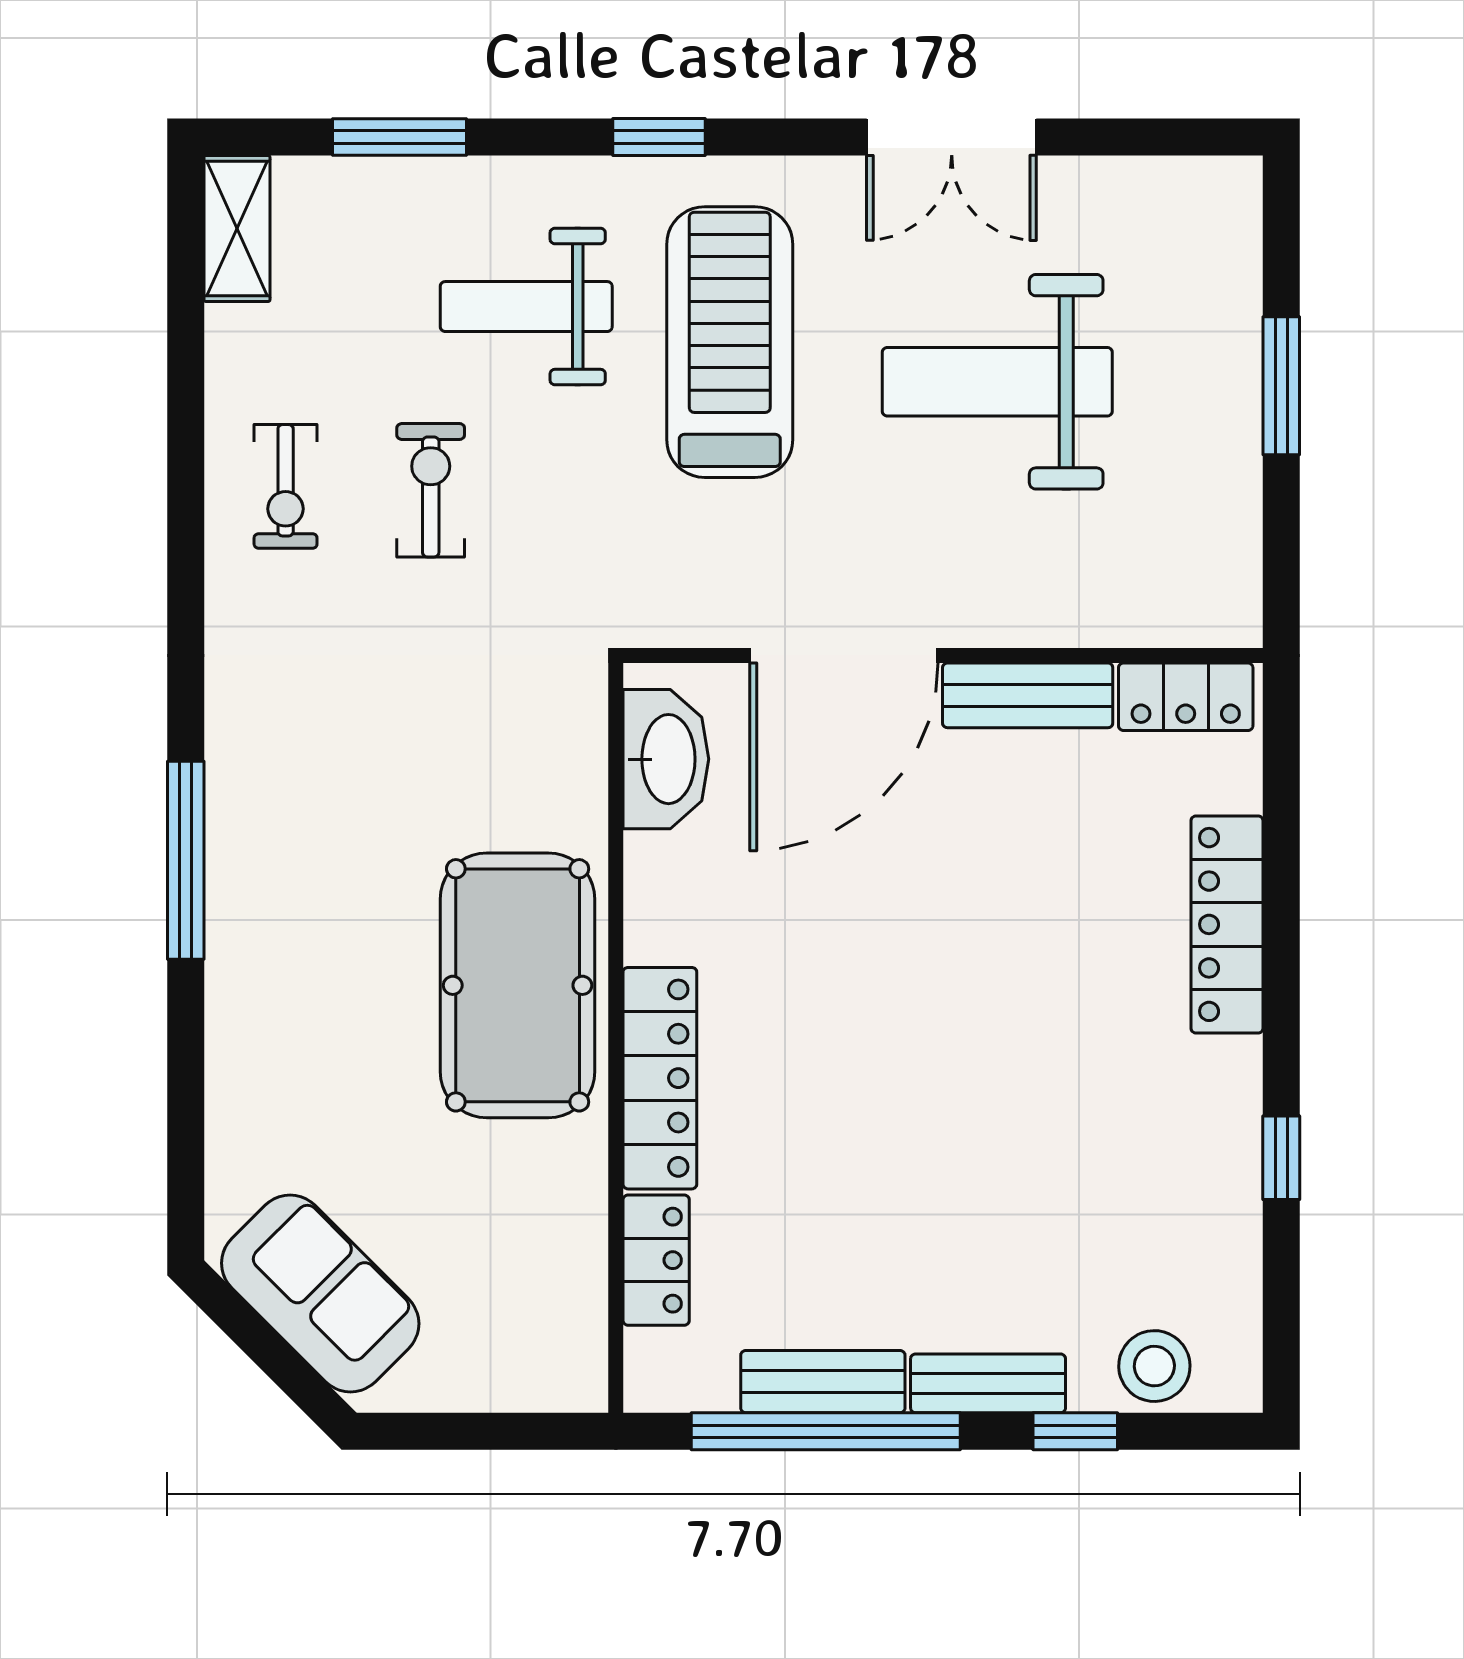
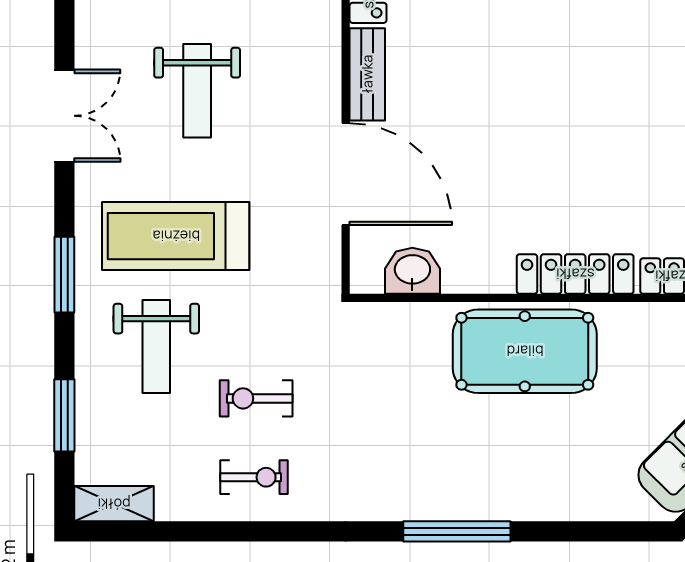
window: (659, 137) -> (64, 275), width x1.50
weight bench: (997, 382) -> (197, 91), width x0.73, depth x0.75
washbasin: (666, 759) -> (412, 271), width x0.72

